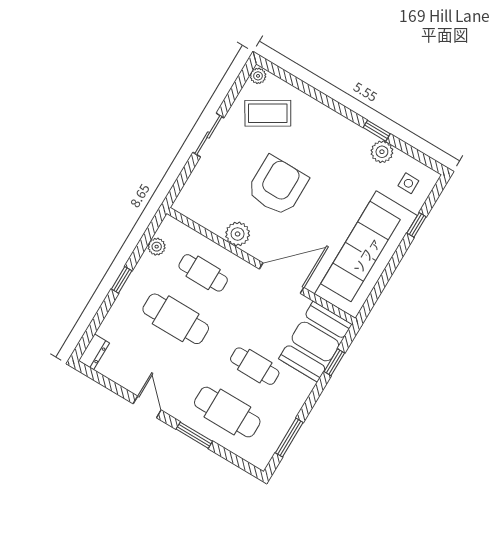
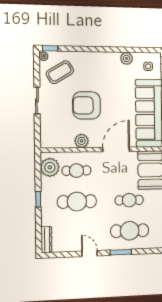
window: (377, 131) -> (50, 48), moved
armchair: (277, 186) -> (86, 105), turned -90
plant: (157, 247) -> (50, 167), width x1.87, depth x1.87
dresser: (94, 352) -> (46, 240), width x1.44

